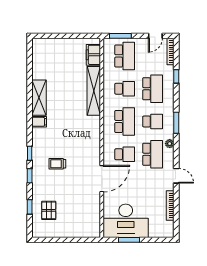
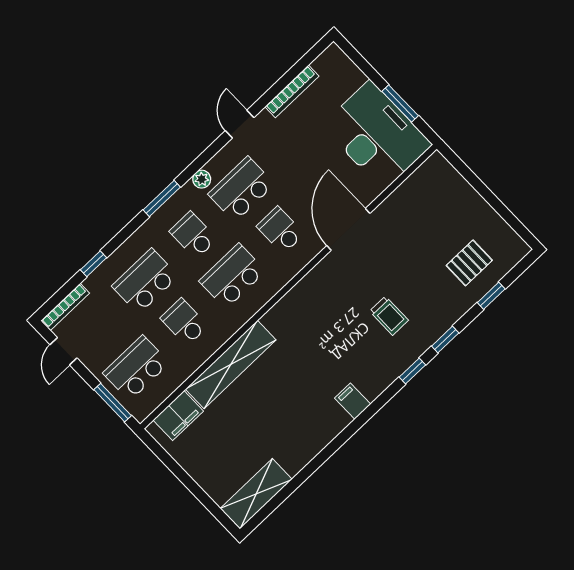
door: (155, 36) -> (64, 351), swing flipped
shelving: (39, 98) -> (256, 494), moved
door: (102, 179) -> (348, 229), hinge flipped

